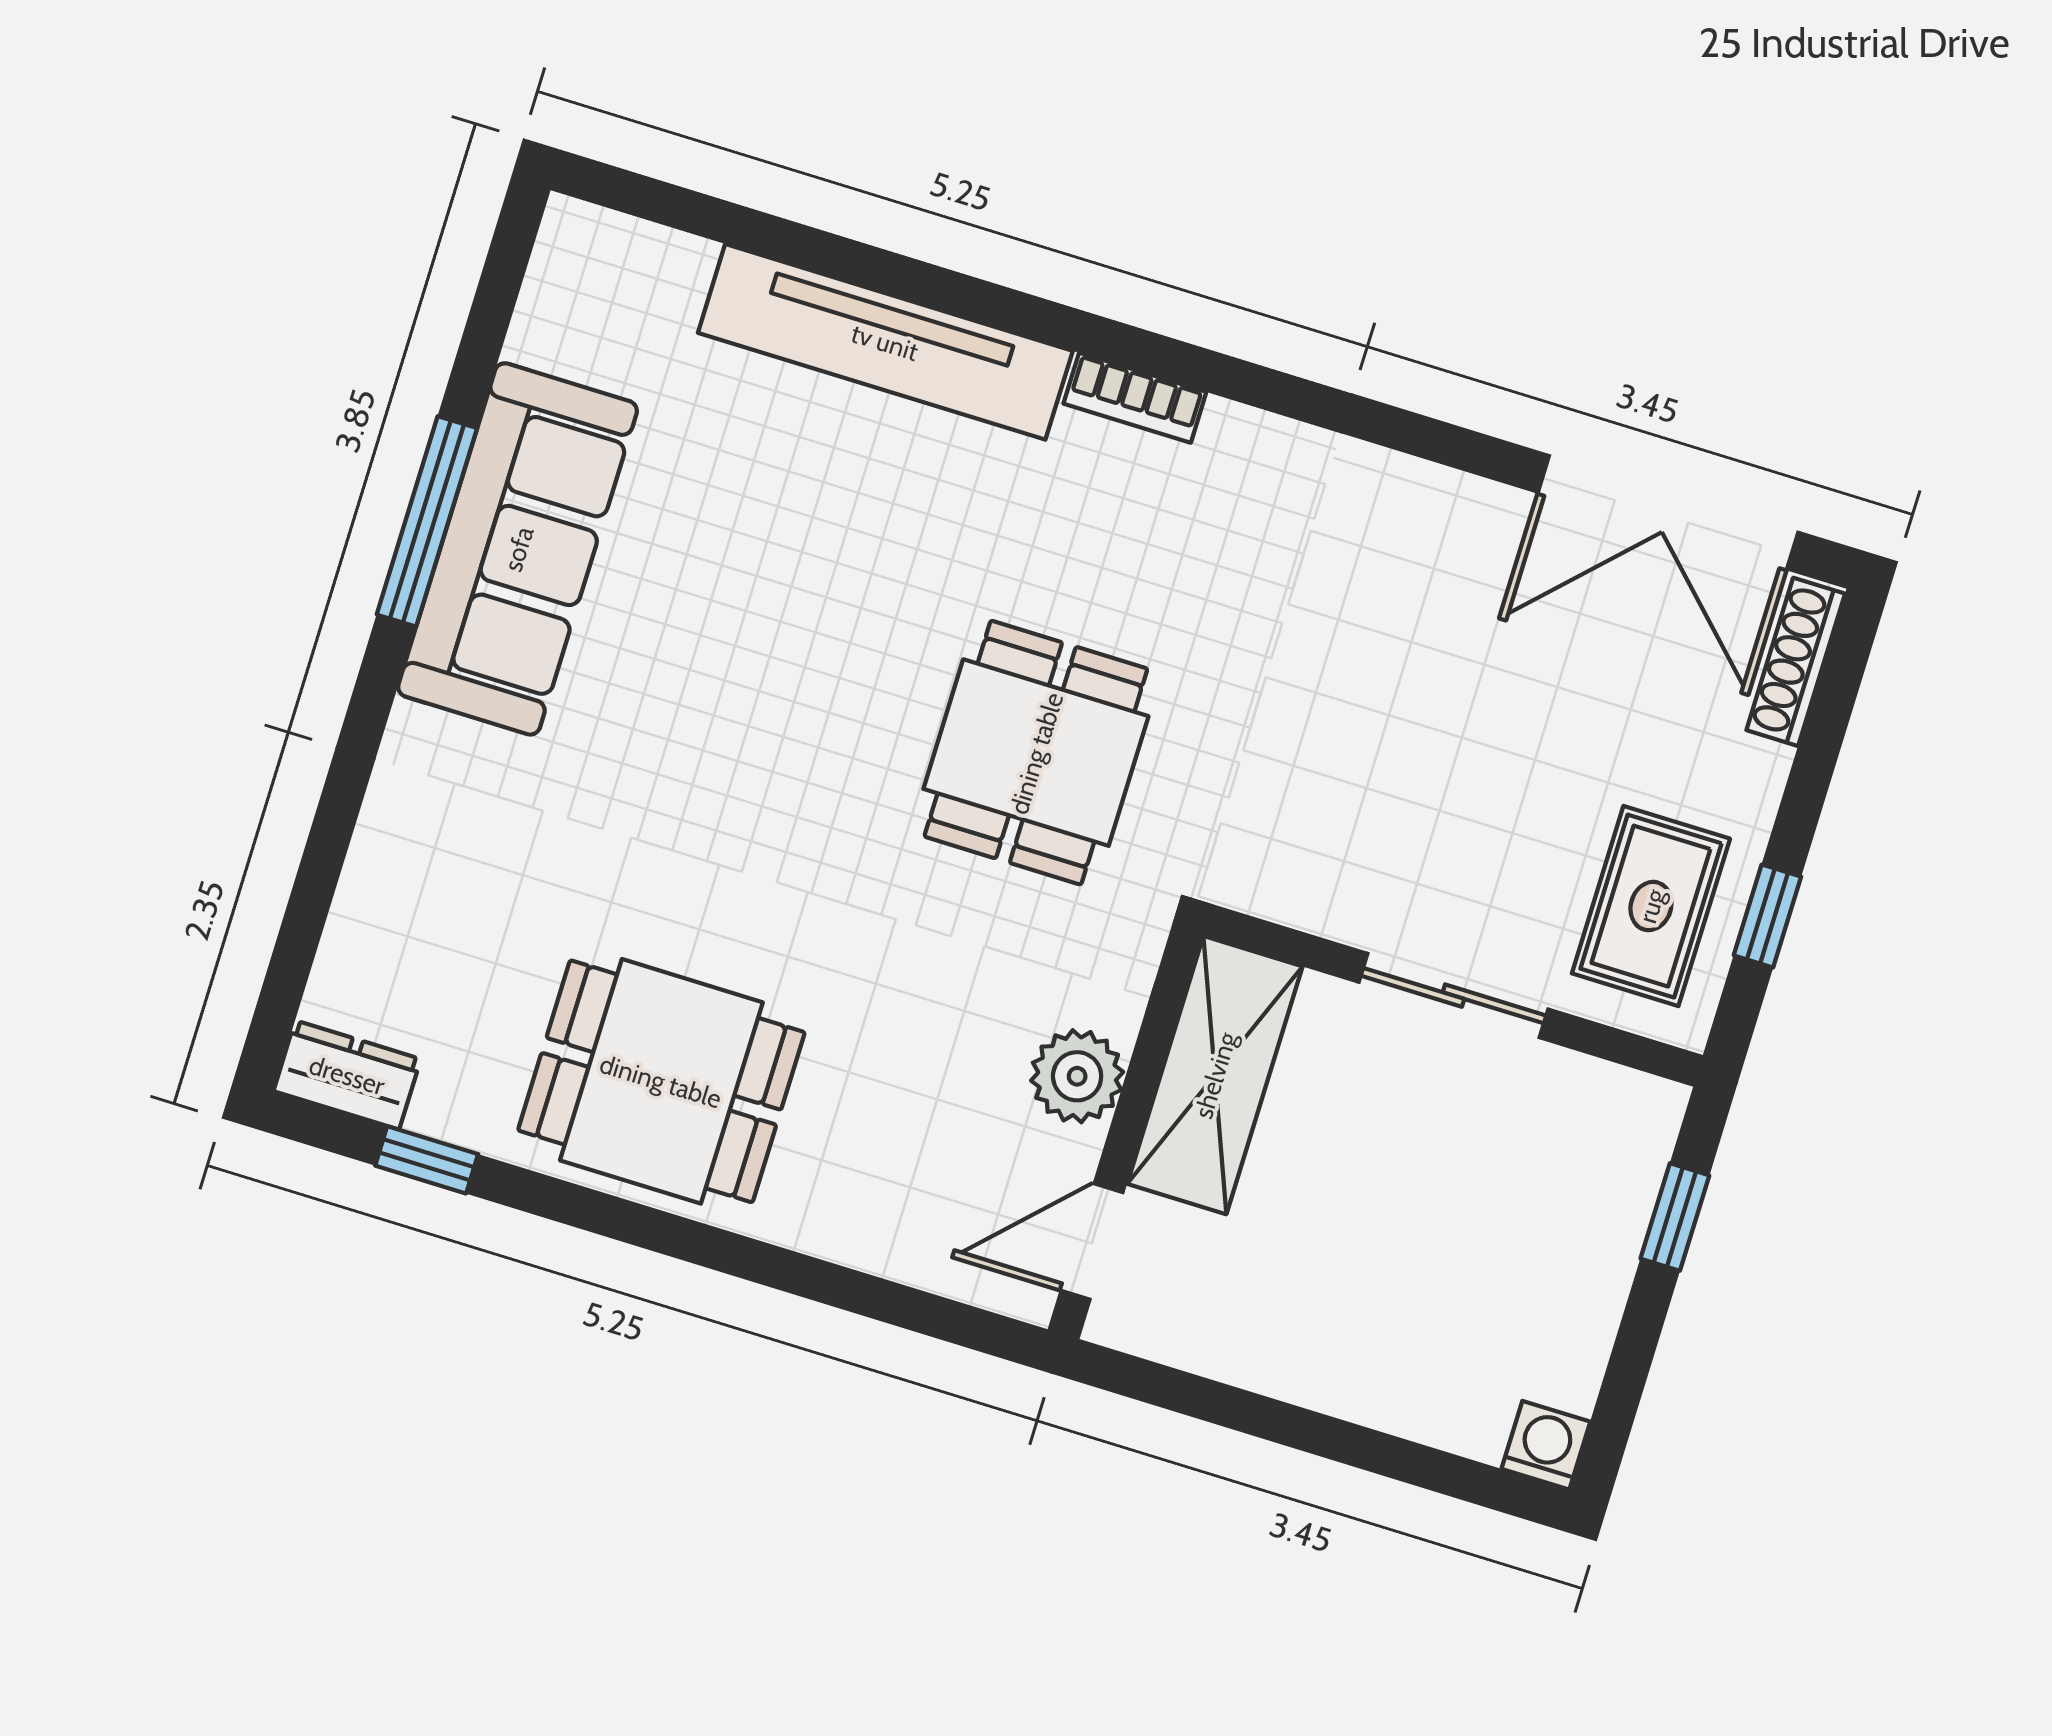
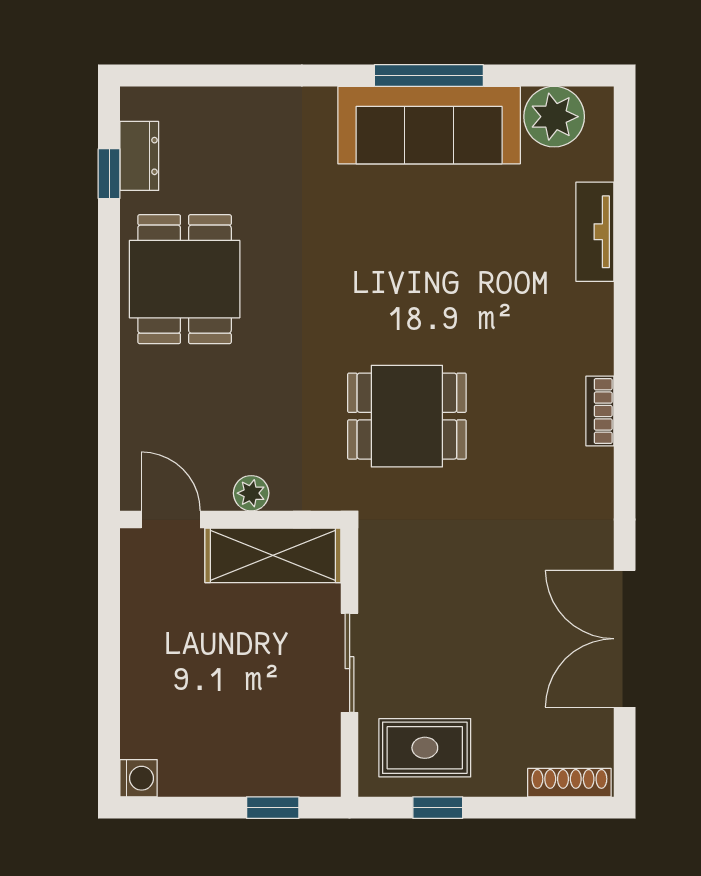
plant: (572, 316) -> (554, 117), added
tv unit: (885, 342) -> (595, 232), width x0.52, depth x0.78
double door: (1668, 512) -> (625, 639), moved
dresser: (347, 1075) -> (139, 156), moved
plant: (1077, 1076) -> (251, 493), width x0.73, depth x0.73

